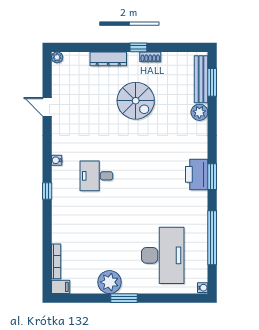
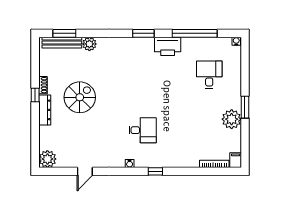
plant: (57, 57) -> (47, 159), width x1.88, depth x1.88
dresser: (108, 59) -> (45, 110), moved
printer: (197, 174) -> (168, 46), moved
desk: (96, 176) -> (143, 130), turned -90
desk: (163, 255) -> (209, 75), width x0.53, depth x0.77

